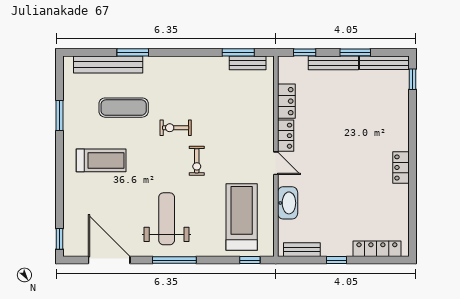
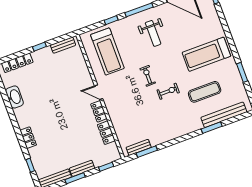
bench: (333, 63) -> (82, 168), width x0.73
window: (412, 79) -> (30, 165), moved
treadmill: (101, 160) -> (206, 54), width x1.37, depth x1.38
locker: (401, 167) -> (28, 138), moved
washbasin: (288, 203) -> (14, 97), moved, turned 180
weight bench: (167, 219) -> (153, 33), width x0.73, depth x0.75
window: (250, 260) -> (111, 20), moved

